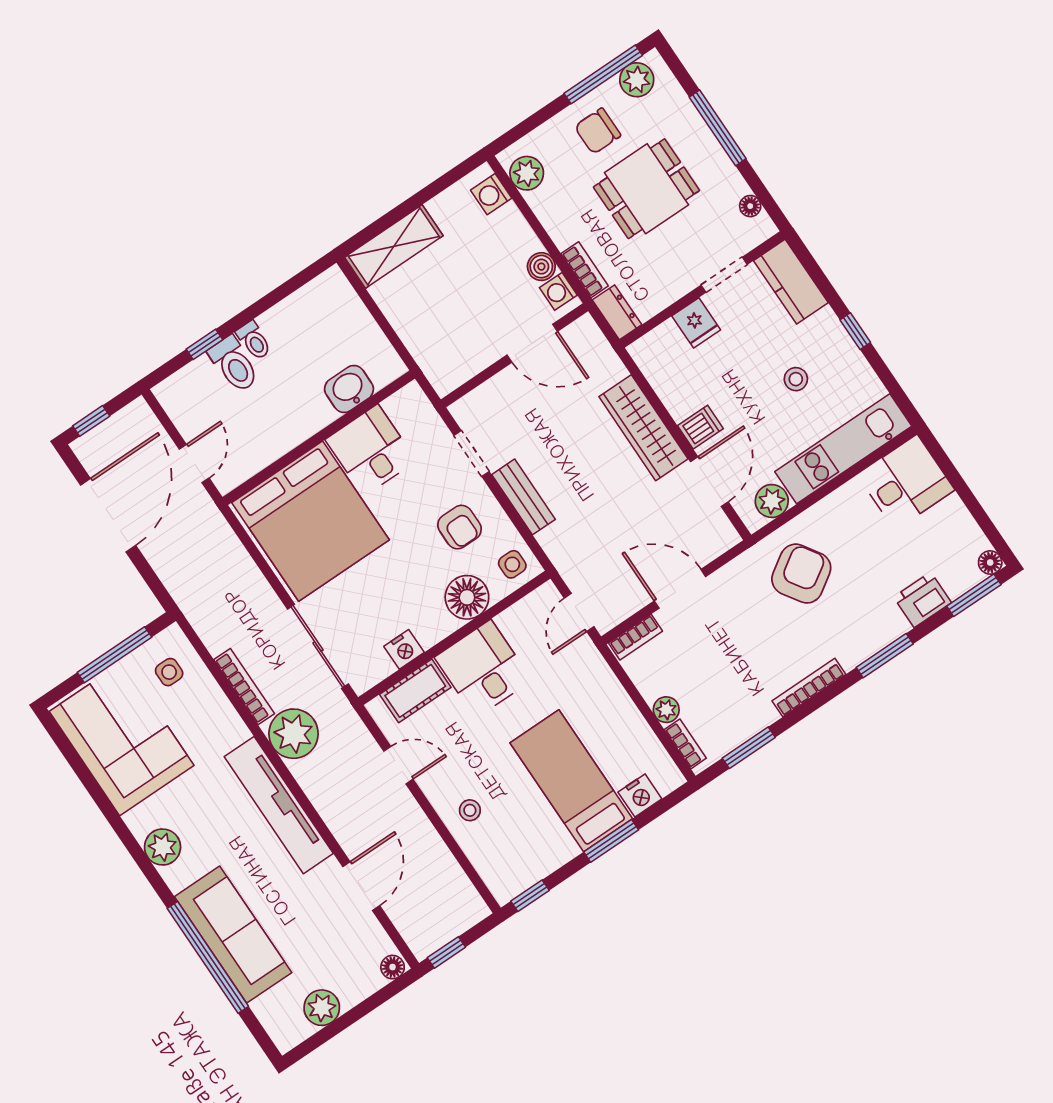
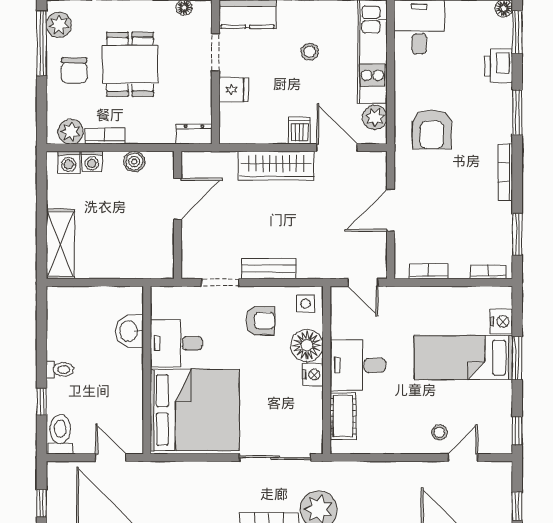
bookcase: (585, 270) -> (105, 136), moved
washing machine: (558, 291) -> (92, 161), moved
toilet: (234, 364) -> (60, 434), moved, turned -90
armchair: (801, 574) -> (432, 129), turned -147
bookcase: (635, 637) -> (429, 271), moved, turned -90
nightstand: (404, 649) -> (313, 375), moved
plant: (666, 710) -> (459, 269), removed
door: (398, 765) -> (463, 458), moved

